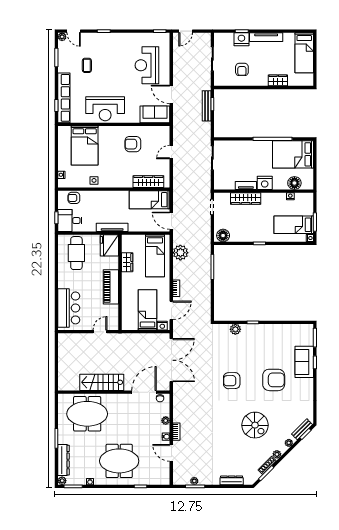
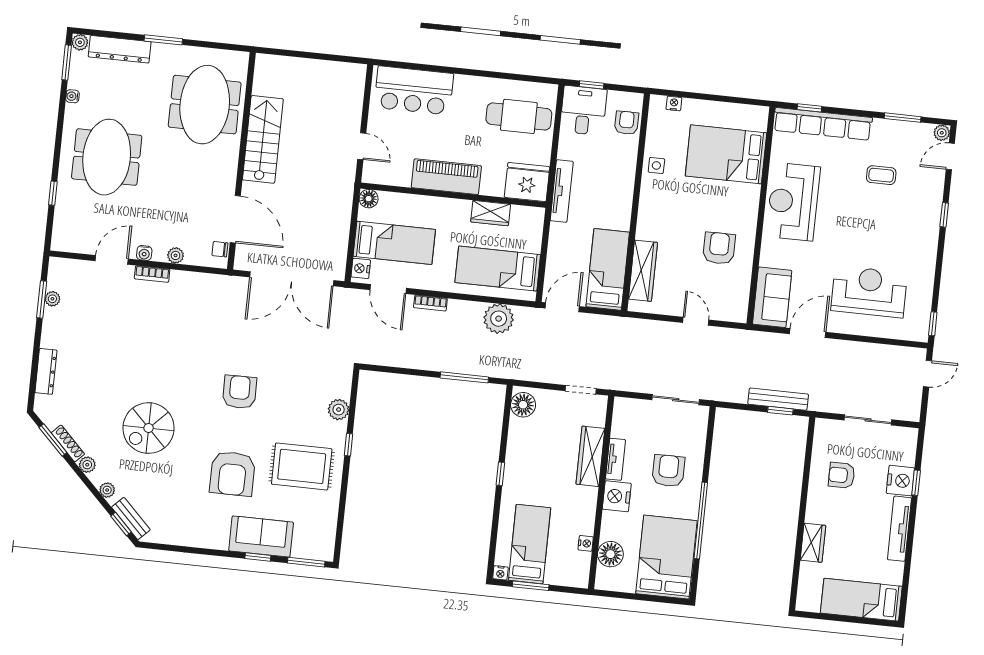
door: (186, 31) -> (928, 374), swing flipped
armchair: (249, 158) -> (668, 471), added
floor lamp: (126, 325) -> (369, 199), added
rug: (266, 345) -> (302, 466), added

